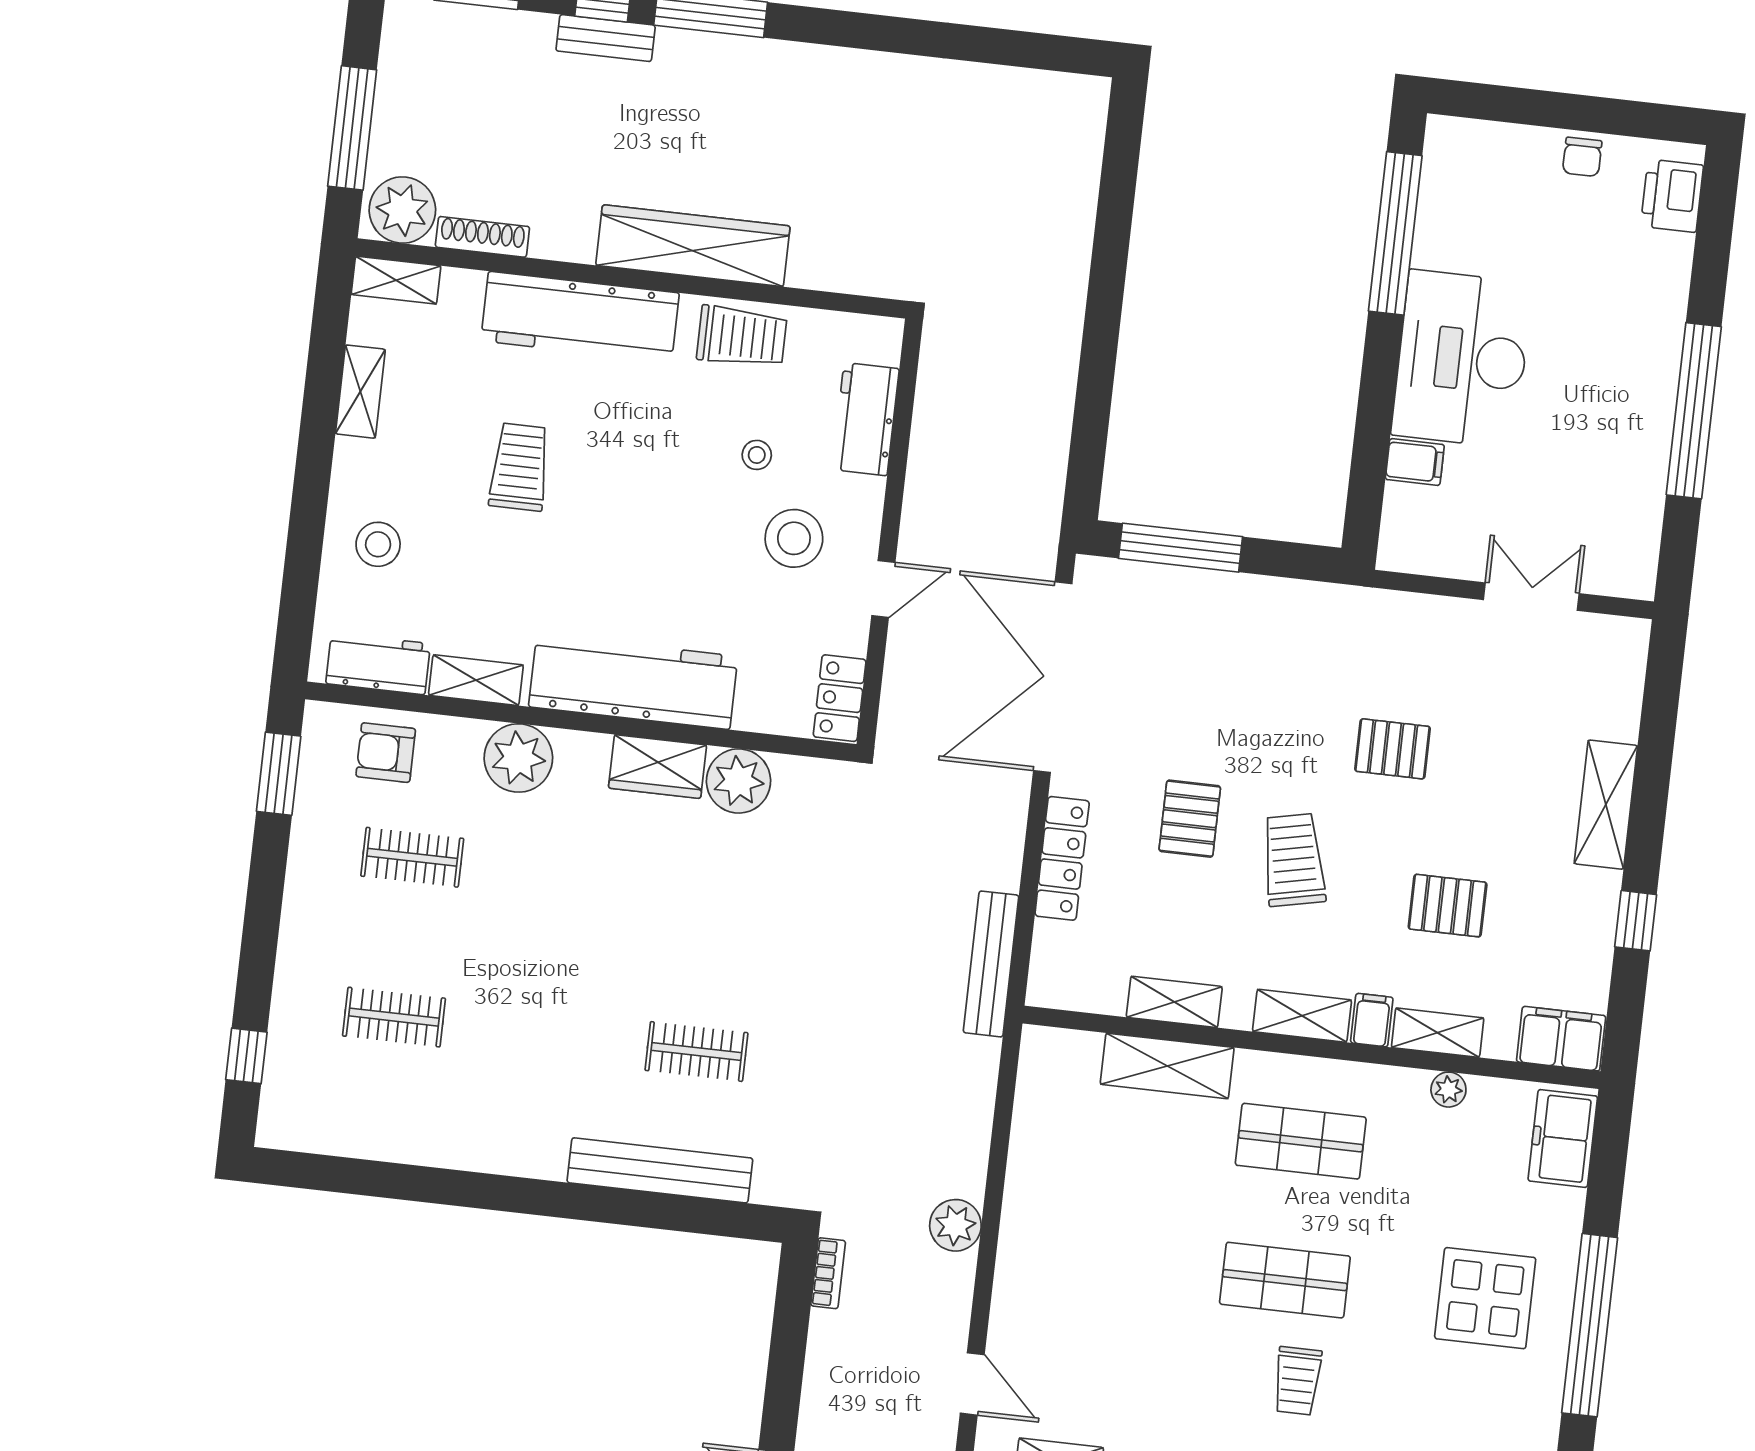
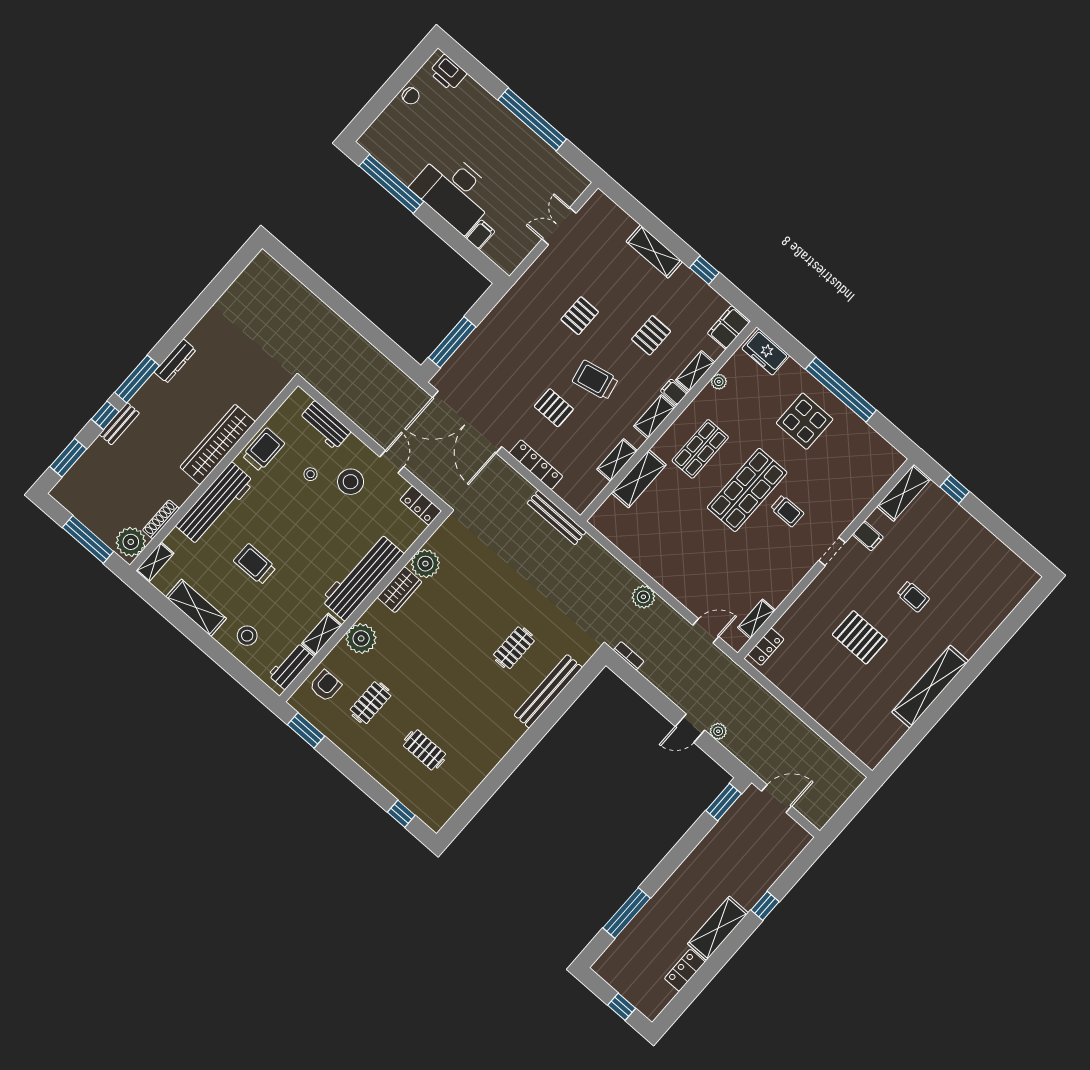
dresser: (792, 61) -> (175, 361), added
shelving: (360, 392) -> (196, 608), width x1.50, depth x1.33
armchair: (386, 753) -> (325, 686), turned 180
clothes rail: (394, 1017) -> (425, 750), turned 90
shop shelf: (1285, 1280) -> (747, 490), width x1.43, depth x1.36

